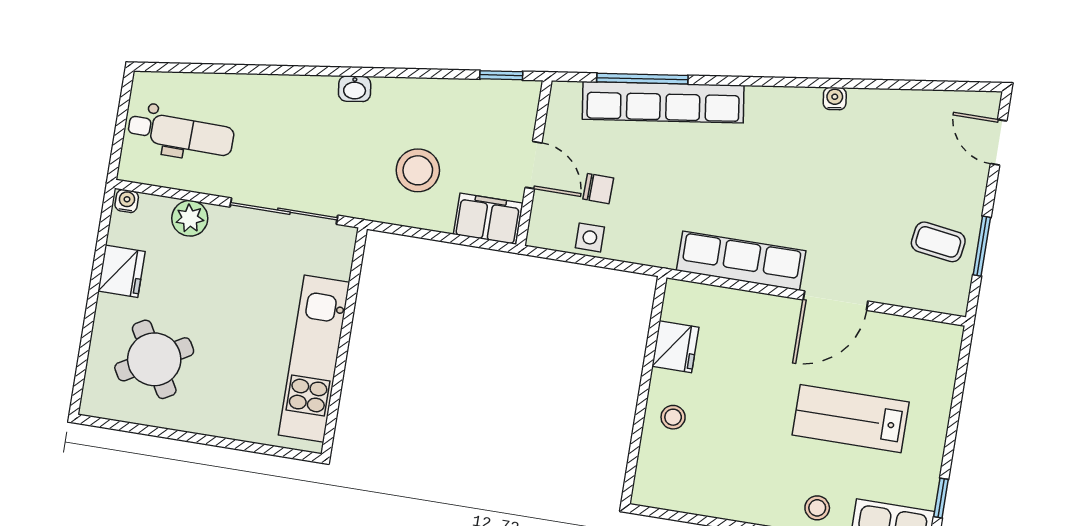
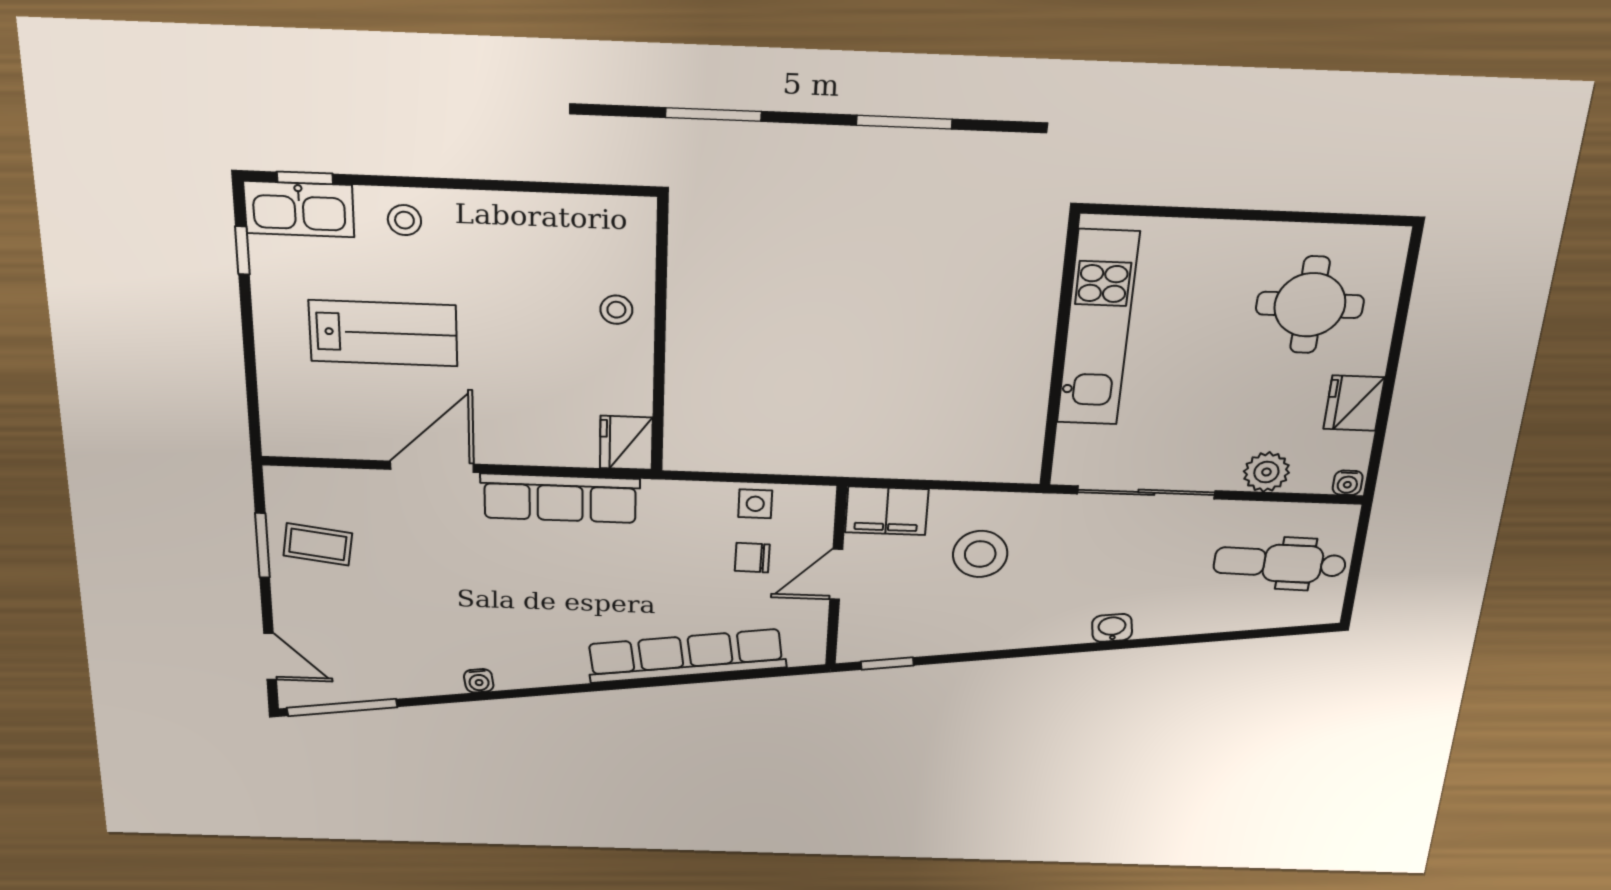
window: (642, 79) -> (342, 708), moved
washbasin: (355, 89) -> (1112, 628), moved
door: (534, 165) -> (836, 574), hinge flipped
fridge: (675, 347) -> (626, 443), moved
round table: (154, 359) -> (1310, 305), turned 30

